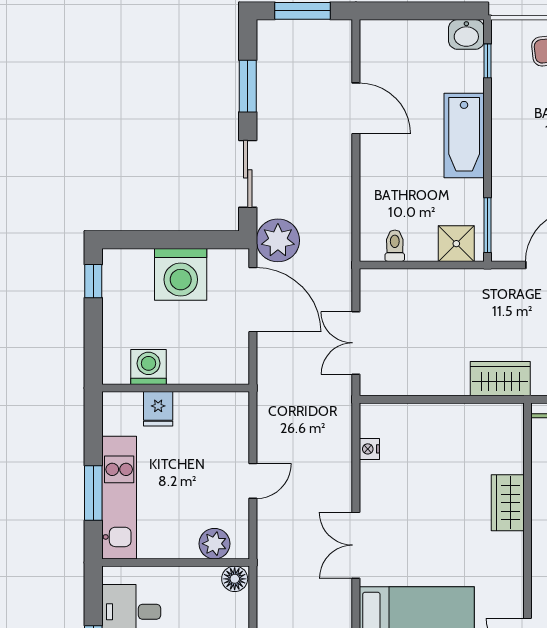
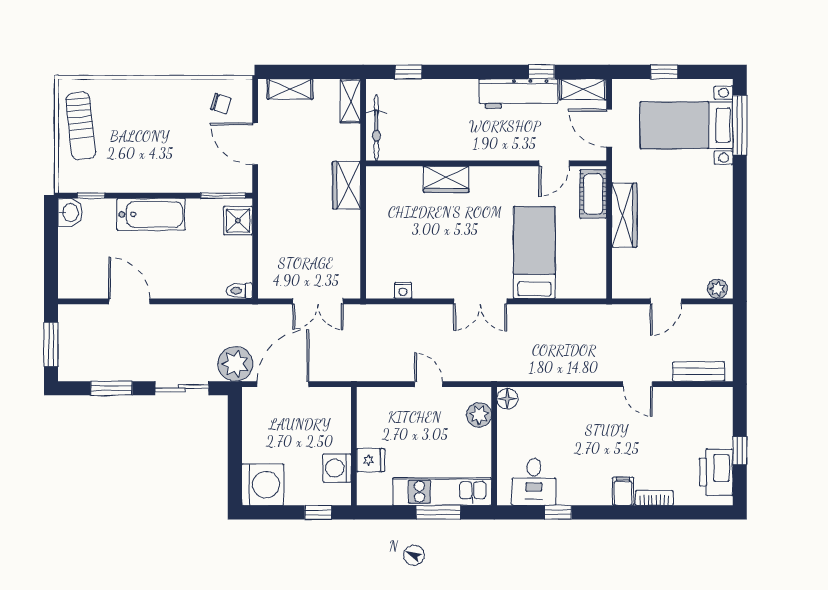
door: (356, 108) -> (129, 301), hinge flipped
toilet: (395, 246) -> (240, 291), moved
washing machine: (181, 274) -> (263, 485), moved
window: (93, 281) -> (318, 512), moved

